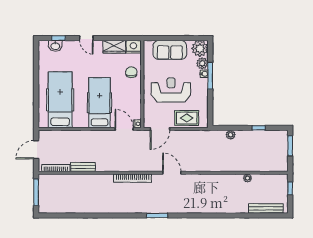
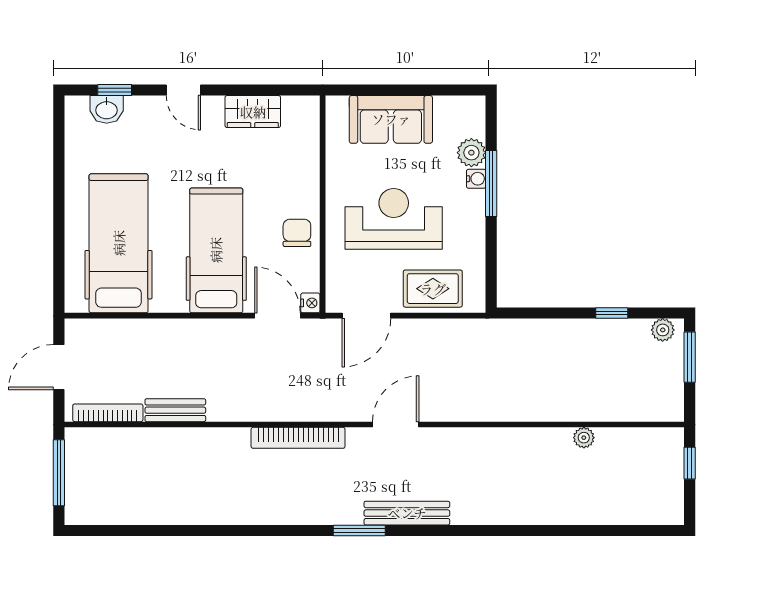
nightstand: (133, 47) -> (300, 111), removed
plant: (200, 48) -> (465, 116), removed
chair: (131, 72) -> (297, 233), moved
plant: (231, 135) -> (663, 330), moved
door: (172, 173) -> (396, 424), hinge flipped
bench: (266, 208) -> (407, 513), moved

